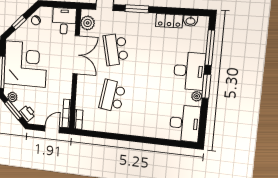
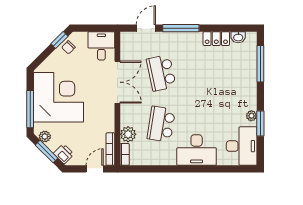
window: (137, 9) -> (181, 28), width x1.44
window: (19, 22) -> (59, 40), moved
plant: (88, 23) -> (128, 134), moved
desk: (189, 71) -> (197, 150), moved, turned 90
window: (206, 86) -> (260, 123), moved

